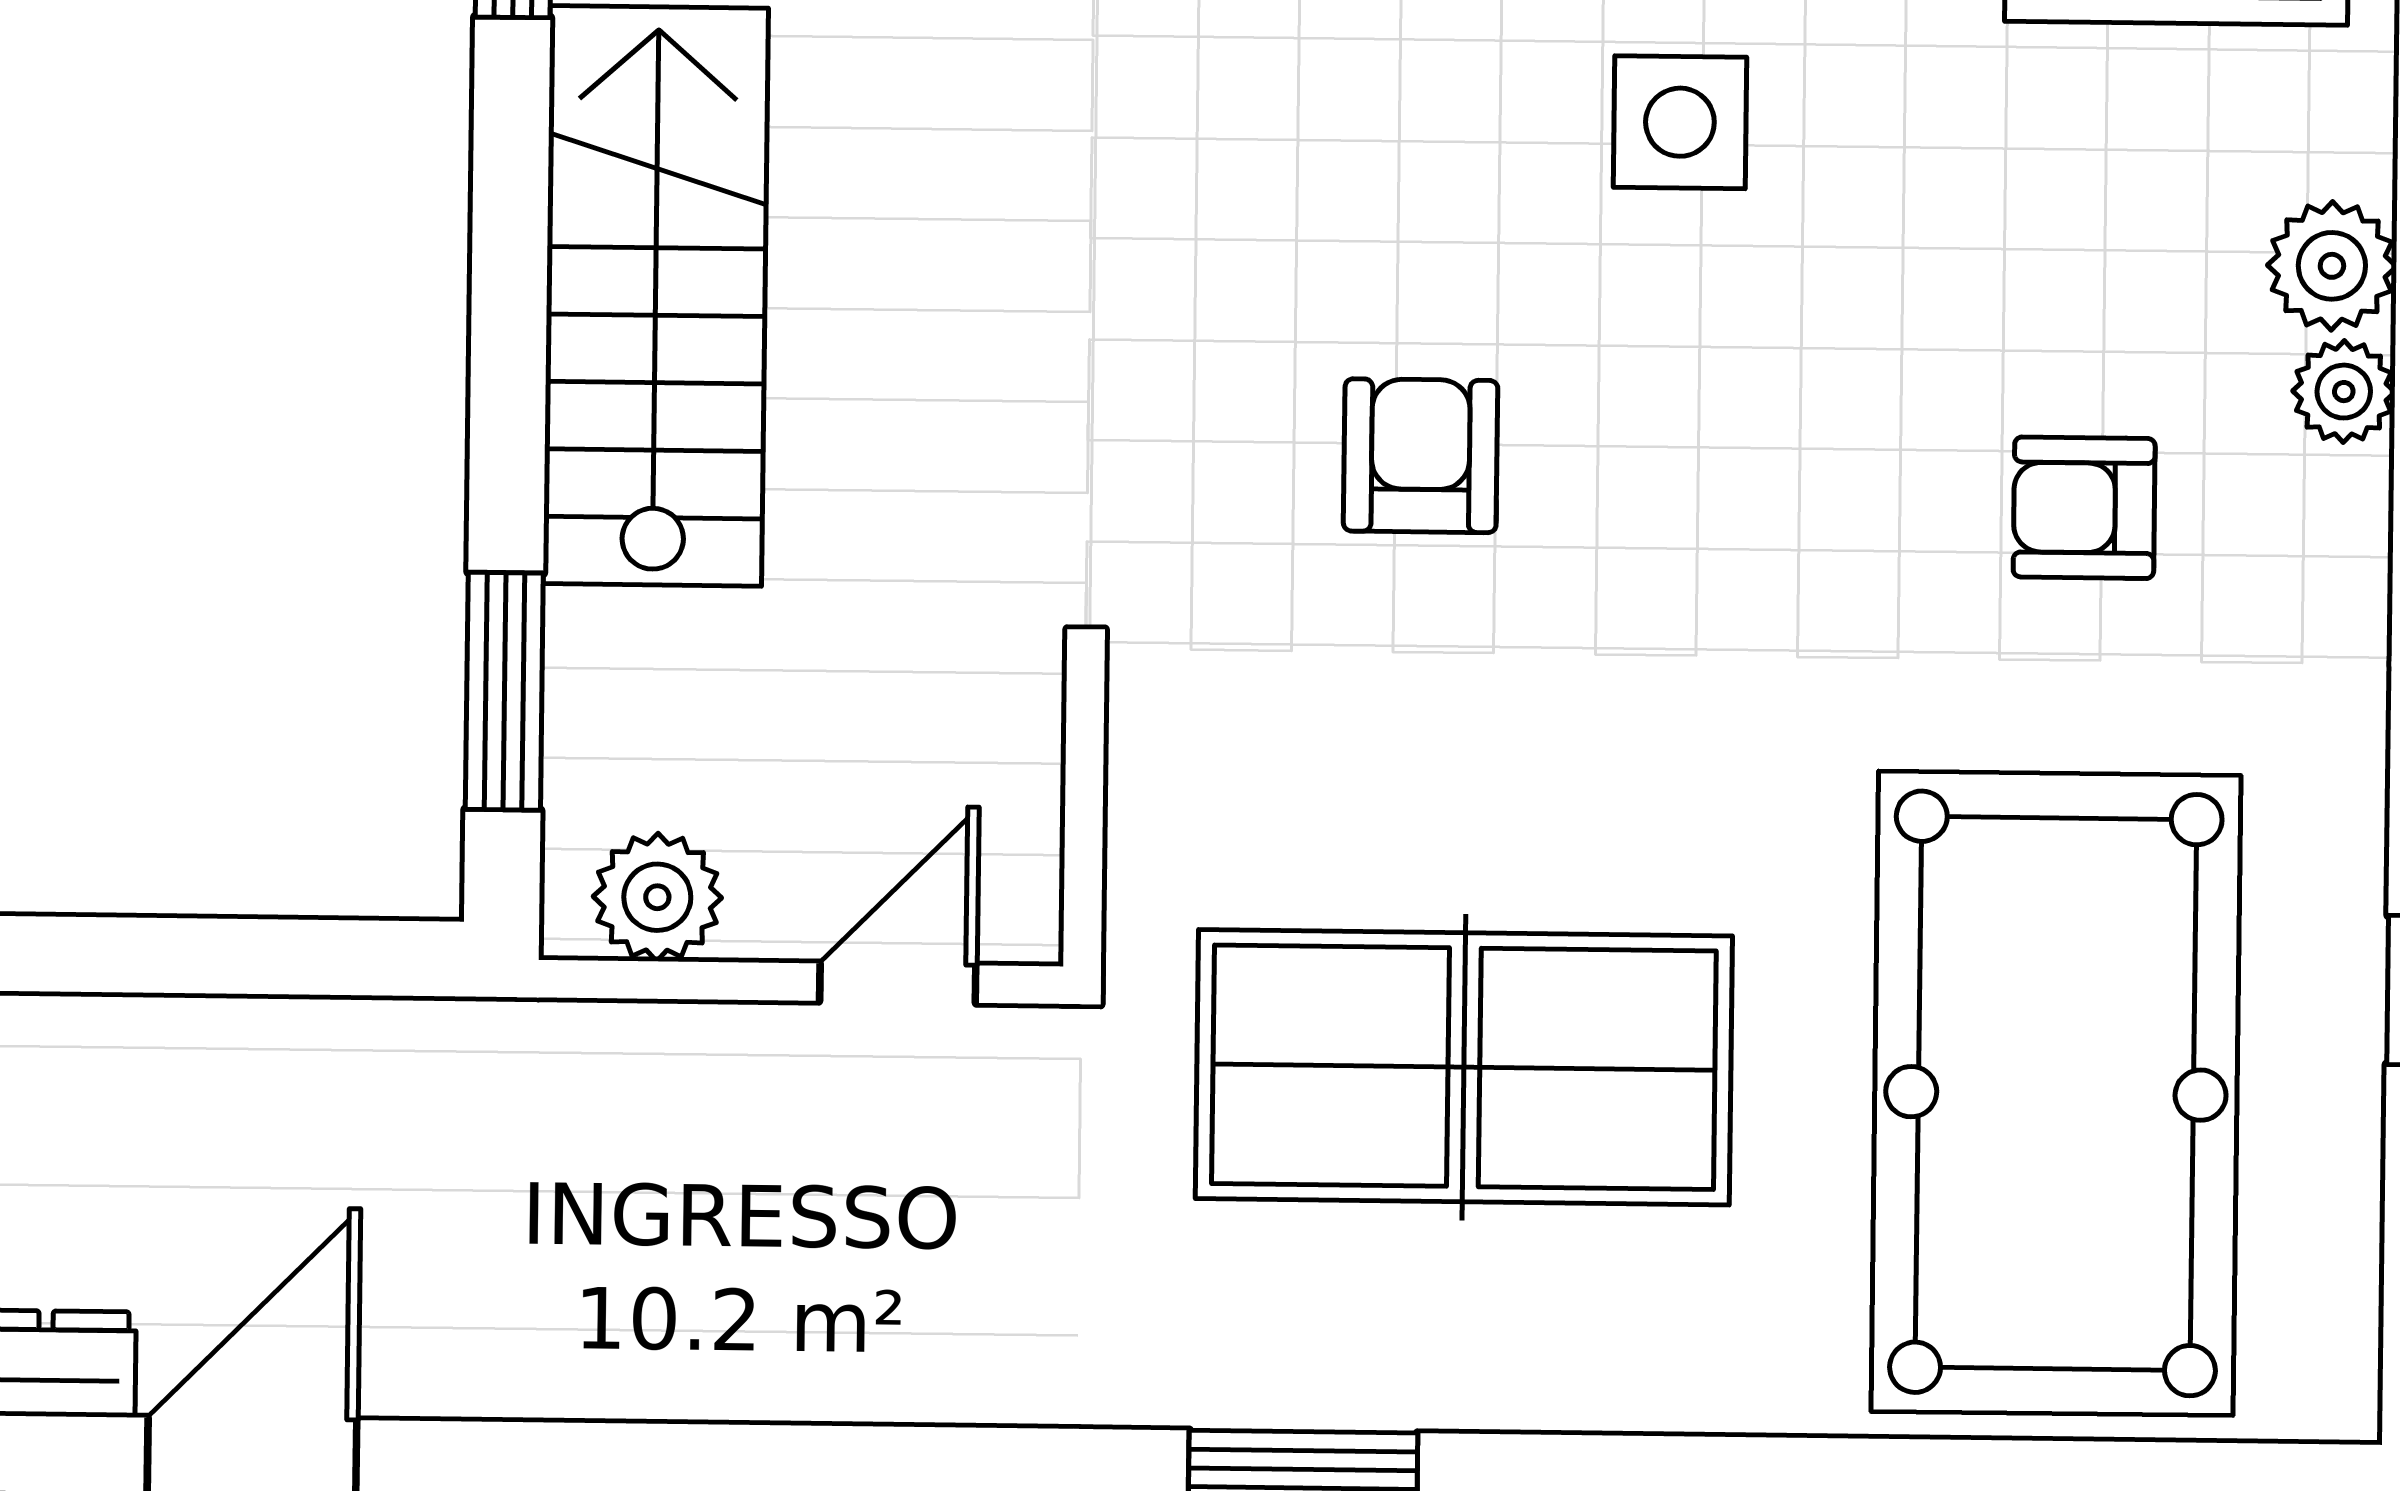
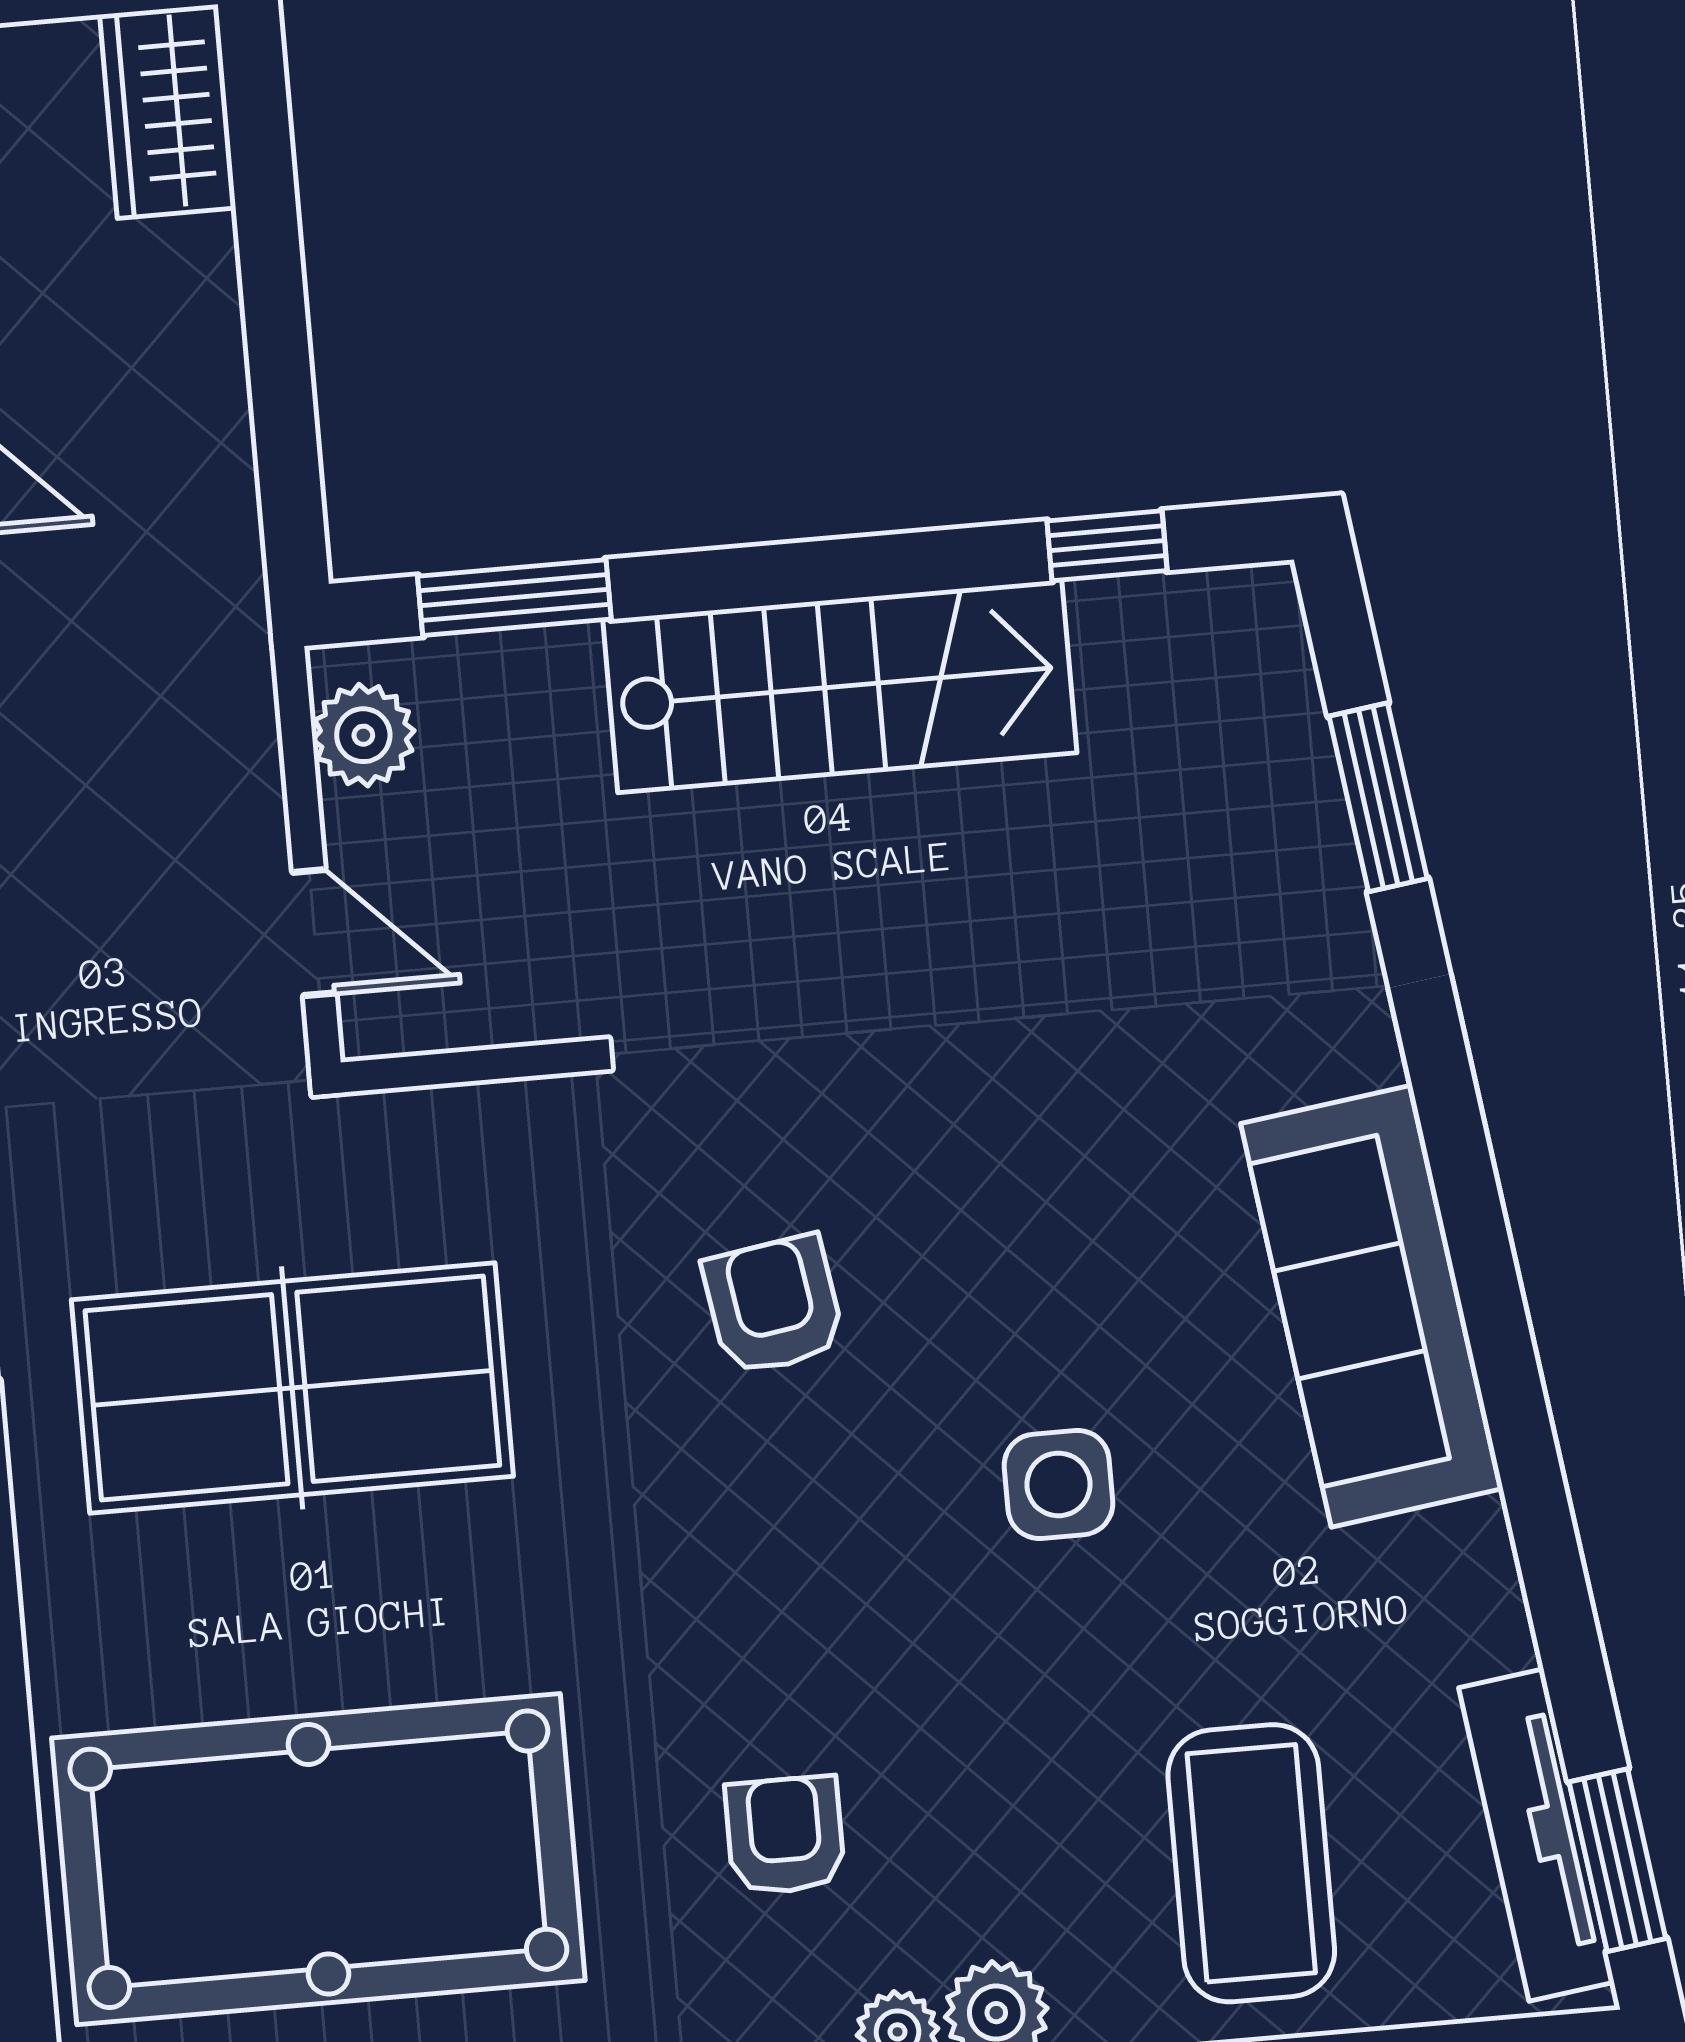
armchair: (1421, 456) -> (774, 1305), turned -99
table tennis table: (1464, 1067) -> (292, 1388), turned 90

